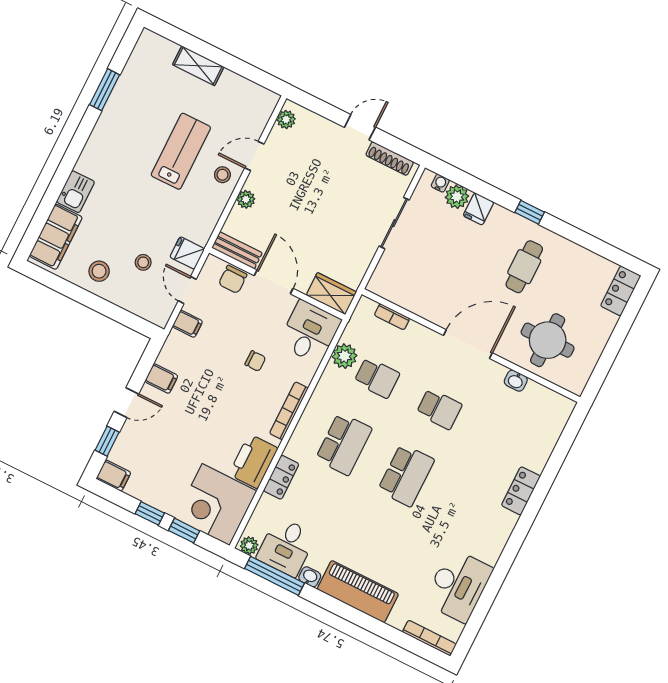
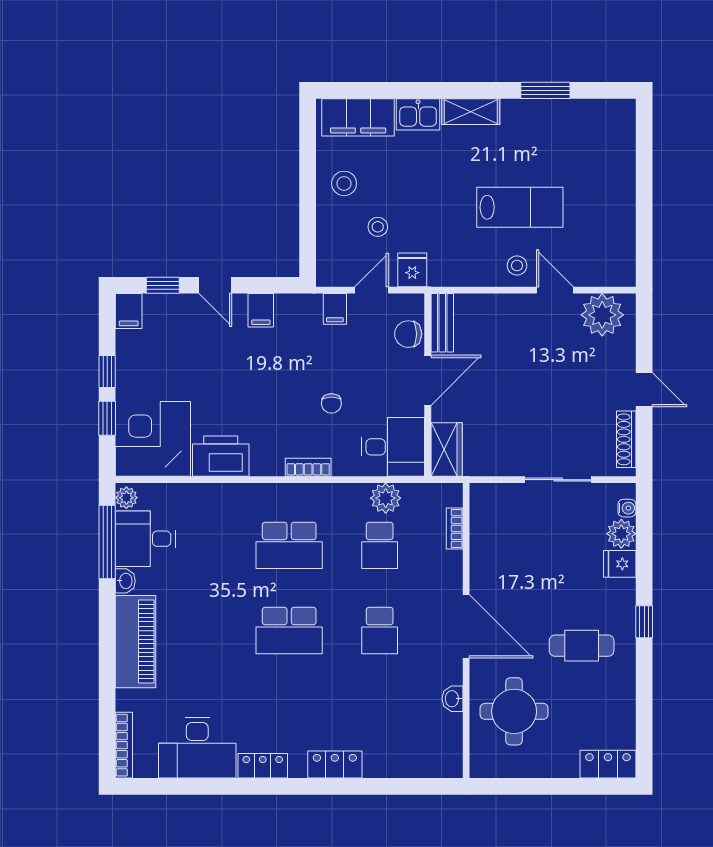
shelving: (198, 66) -> (471, 112), moved, turned 90
plant: (286, 119) -> (602, 315), width x1.87, depth x1.87
plant: (246, 199) -> (503, 305), removed
bookcase: (289, 411) -> (308, 467), width x0.64
locker: (281, 477) -> (263, 766), moved, turned 180

